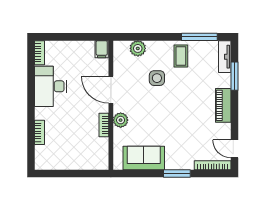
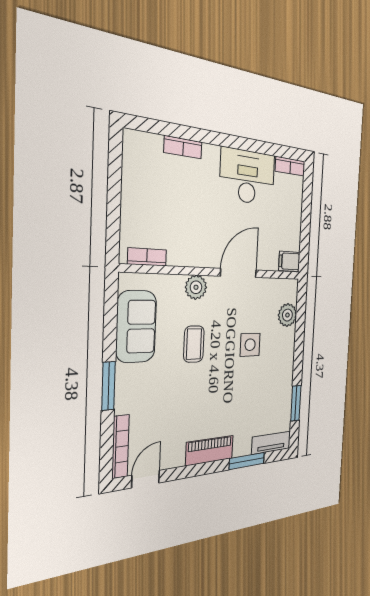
window: (199, 37) -> (296, 403), width x0.69
coffee table: (181, 56) -> (194, 344), moved, turned 90
bookcase: (104, 125) -> (147, 257), moved

